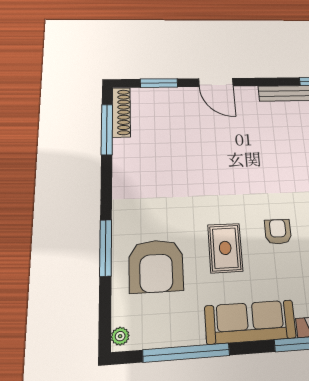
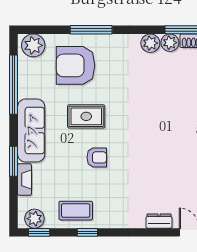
plant: (124, 149) -> (170, 43), added
plant: (124, 172) -> (150, 43), added
plant: (120, 336) -> (33, 45), width x1.87, depth x1.87

